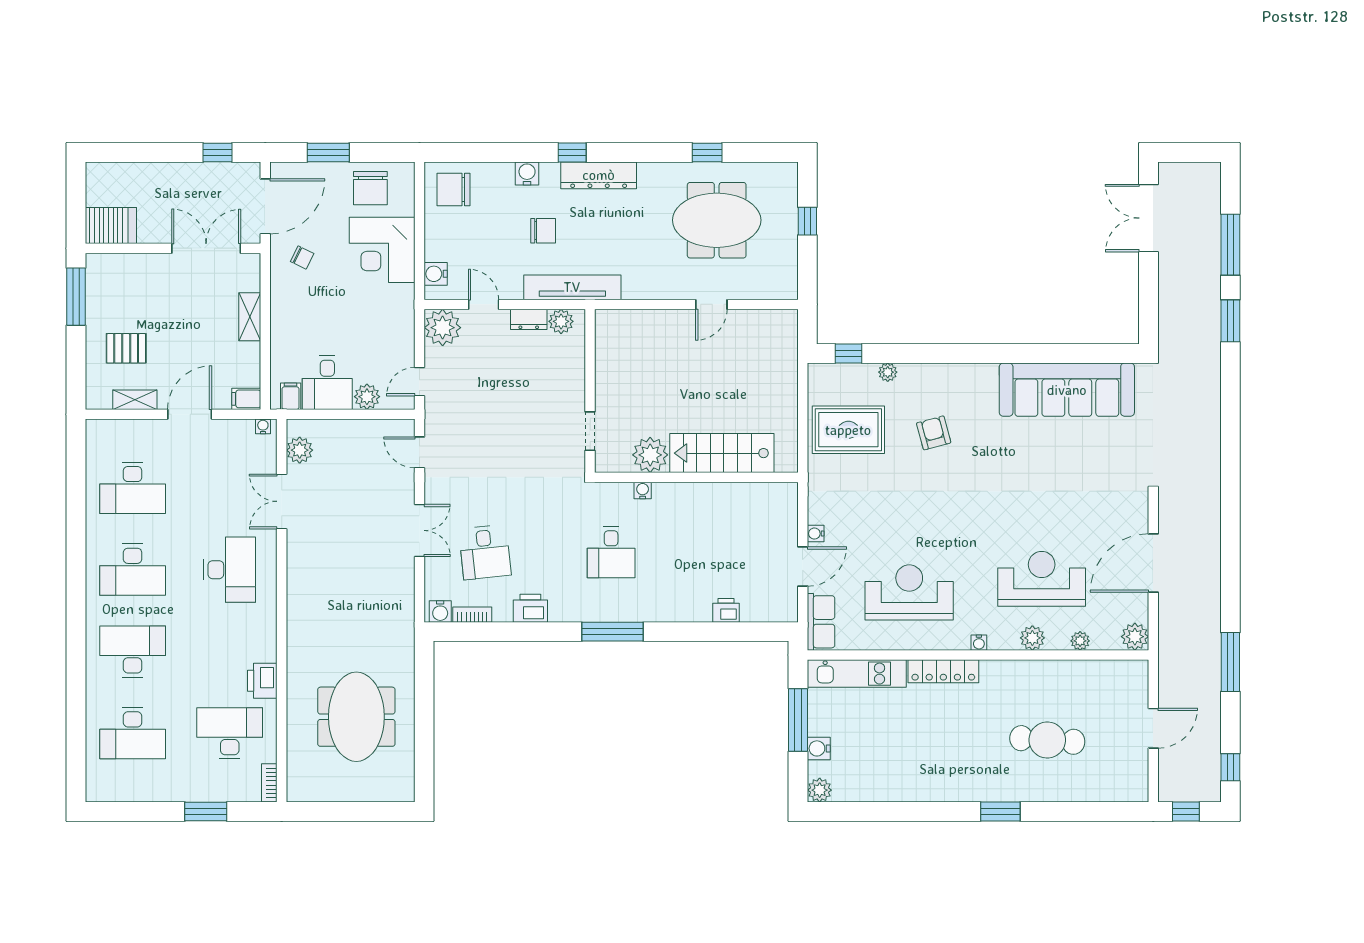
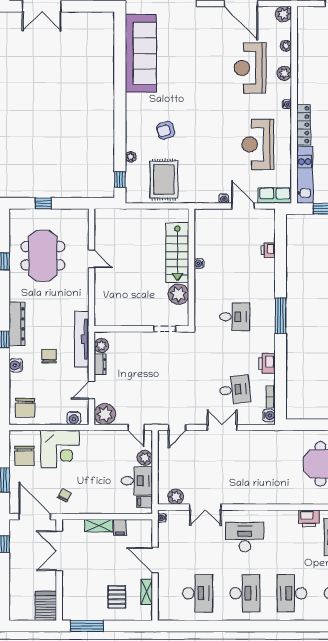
chair: (370, 188) -> (24, 456), turned 90
filing cabinet: (246, 399) -> (120, 528), moved
water cooler: (643, 490) -> (199, 264), moved

